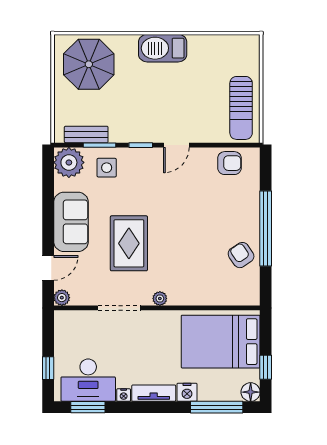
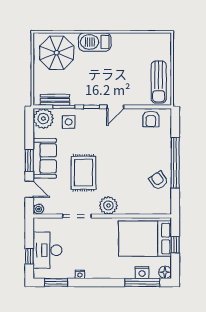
barbecue: (163, 48) -> (95, 42), moved
armchair: (229, 163) -> (151, 119), turned 90
window: (48, 225) -> (29, 160), added
door: (48, 268) -> (29, 189), hinge flipped
plant: (160, 298) -> (108, 205), width x1.87, depth x1.87
window: (266, 367) -> (175, 245), moved
desk: (88, 380) -> (47, 250), moved, turned 90
nightstand: (187, 392) -> (142, 273), moved
tv unit: (154, 393) -> (100, 273), removed

